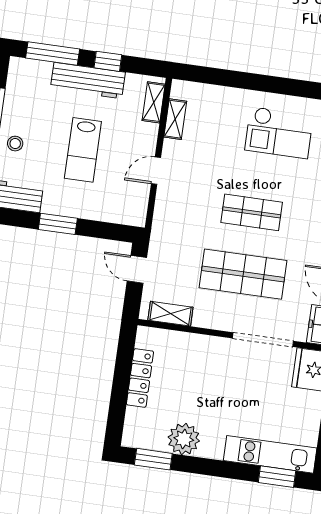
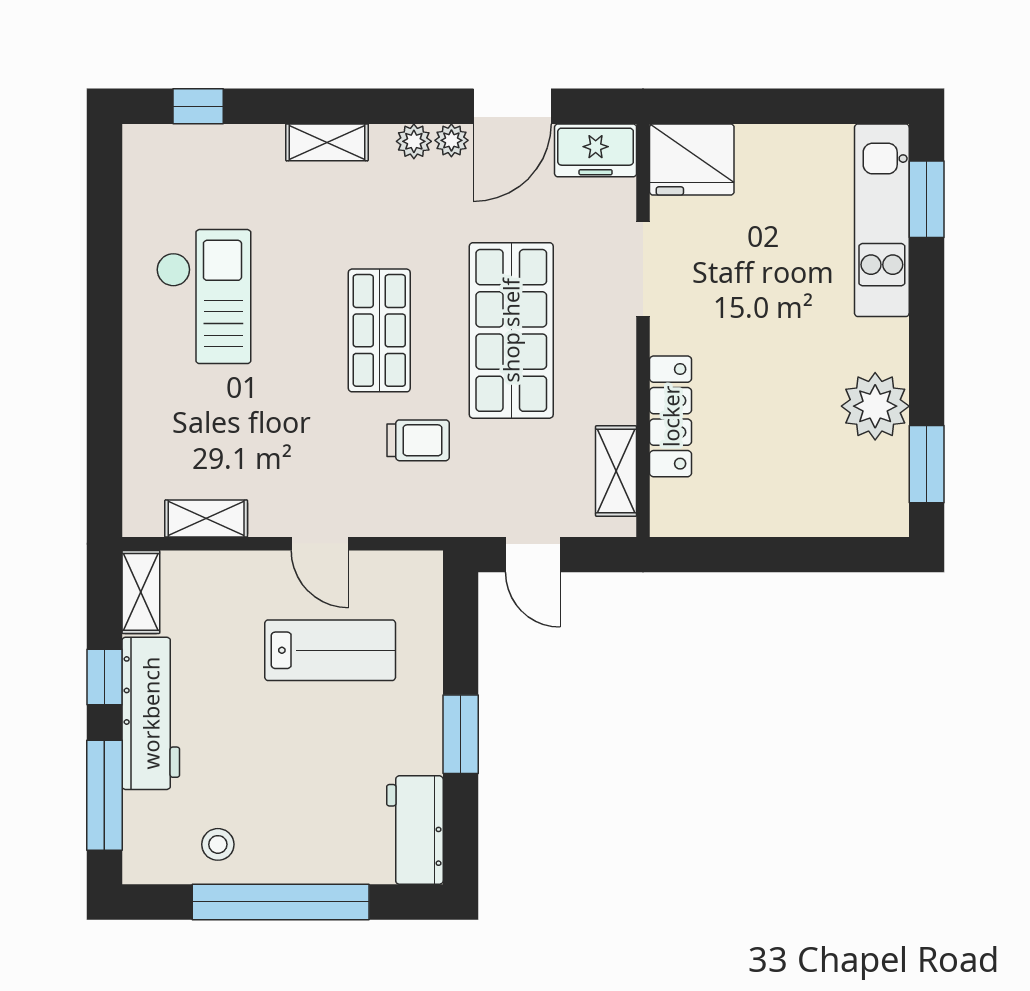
shelving: (154, 102) -> (141, 592), moved, turned 90
stool: (15, 144) -> (218, 844), moved
lab bench: (83, 150) -> (330, 650), moved
trolley: (198, 223) -> (418, 440), added
door: (137, 269) -> (533, 555), hinge flipped
doorway: (263, 340) -> (643, 269), width x0.73
locker: (140, 378) -> (671, 416), moved, turned 90

